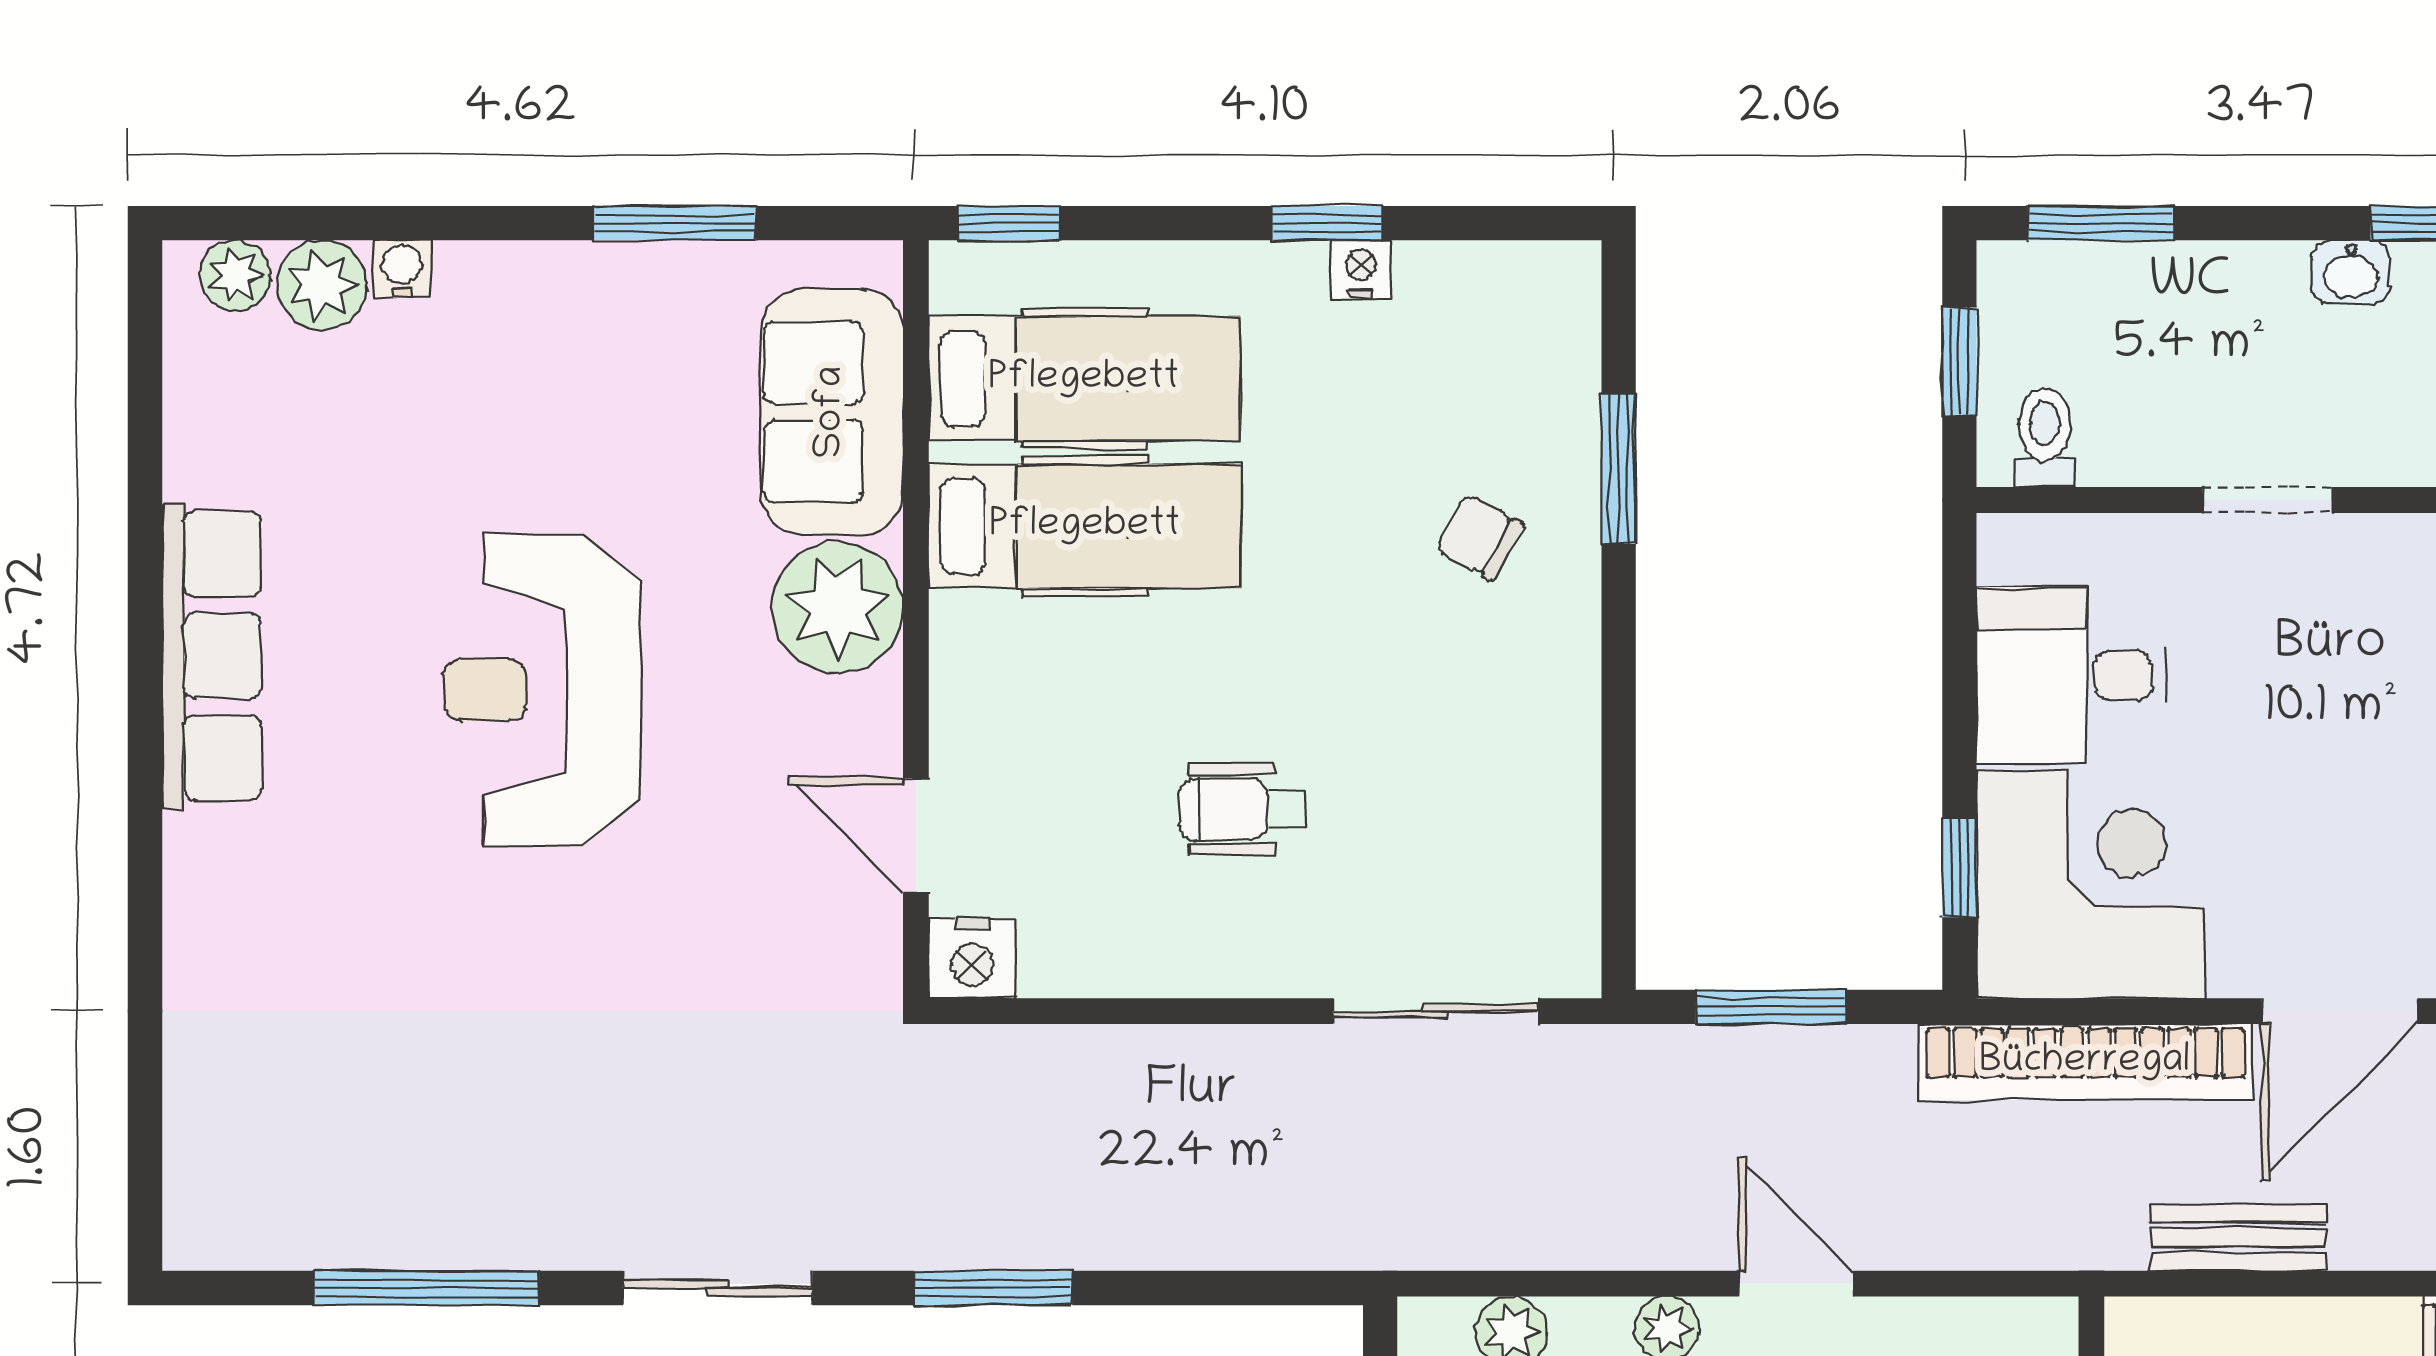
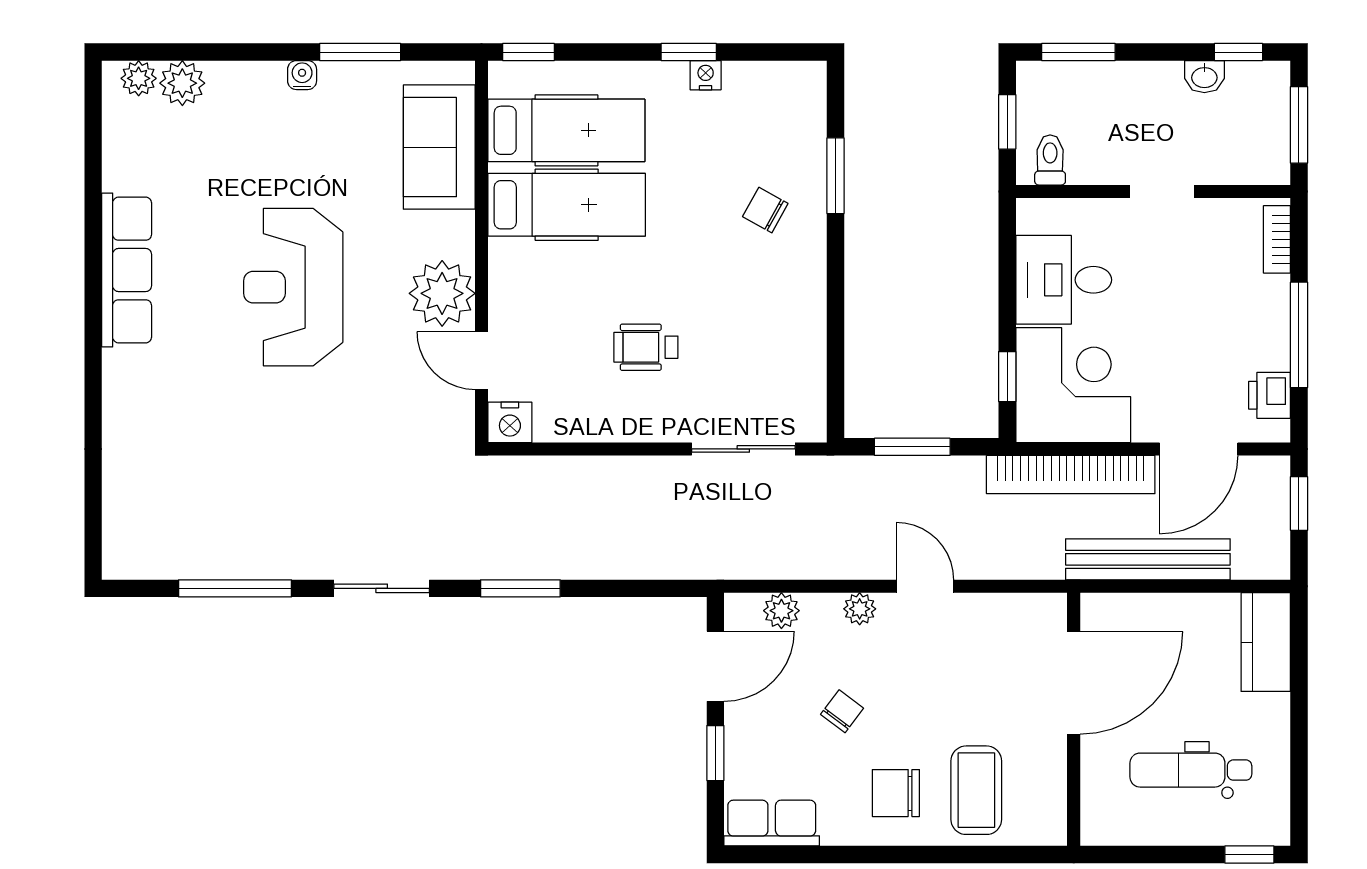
water cooler: (402, 269) -> (302, 75), moved
plant: (838, 607) -> (442, 293), moved
bench: (2239, 1237) -> (1148, 559), width x1.86, depth x1.21

